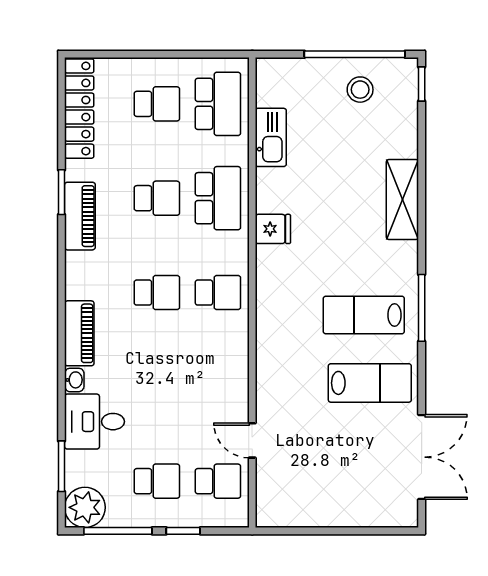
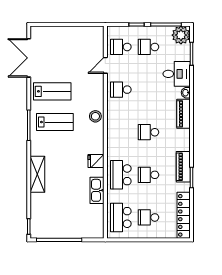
stool: (360, 90) -> (95, 116), moved
kitchen sink: (271, 137) -> (97, 190), moved
school desk: (218, 293) -> (121, 90), moved
lab bench: (370, 383) -> (52, 91), turned 180
door: (252, 440) -> (105, 65), swing flipped

